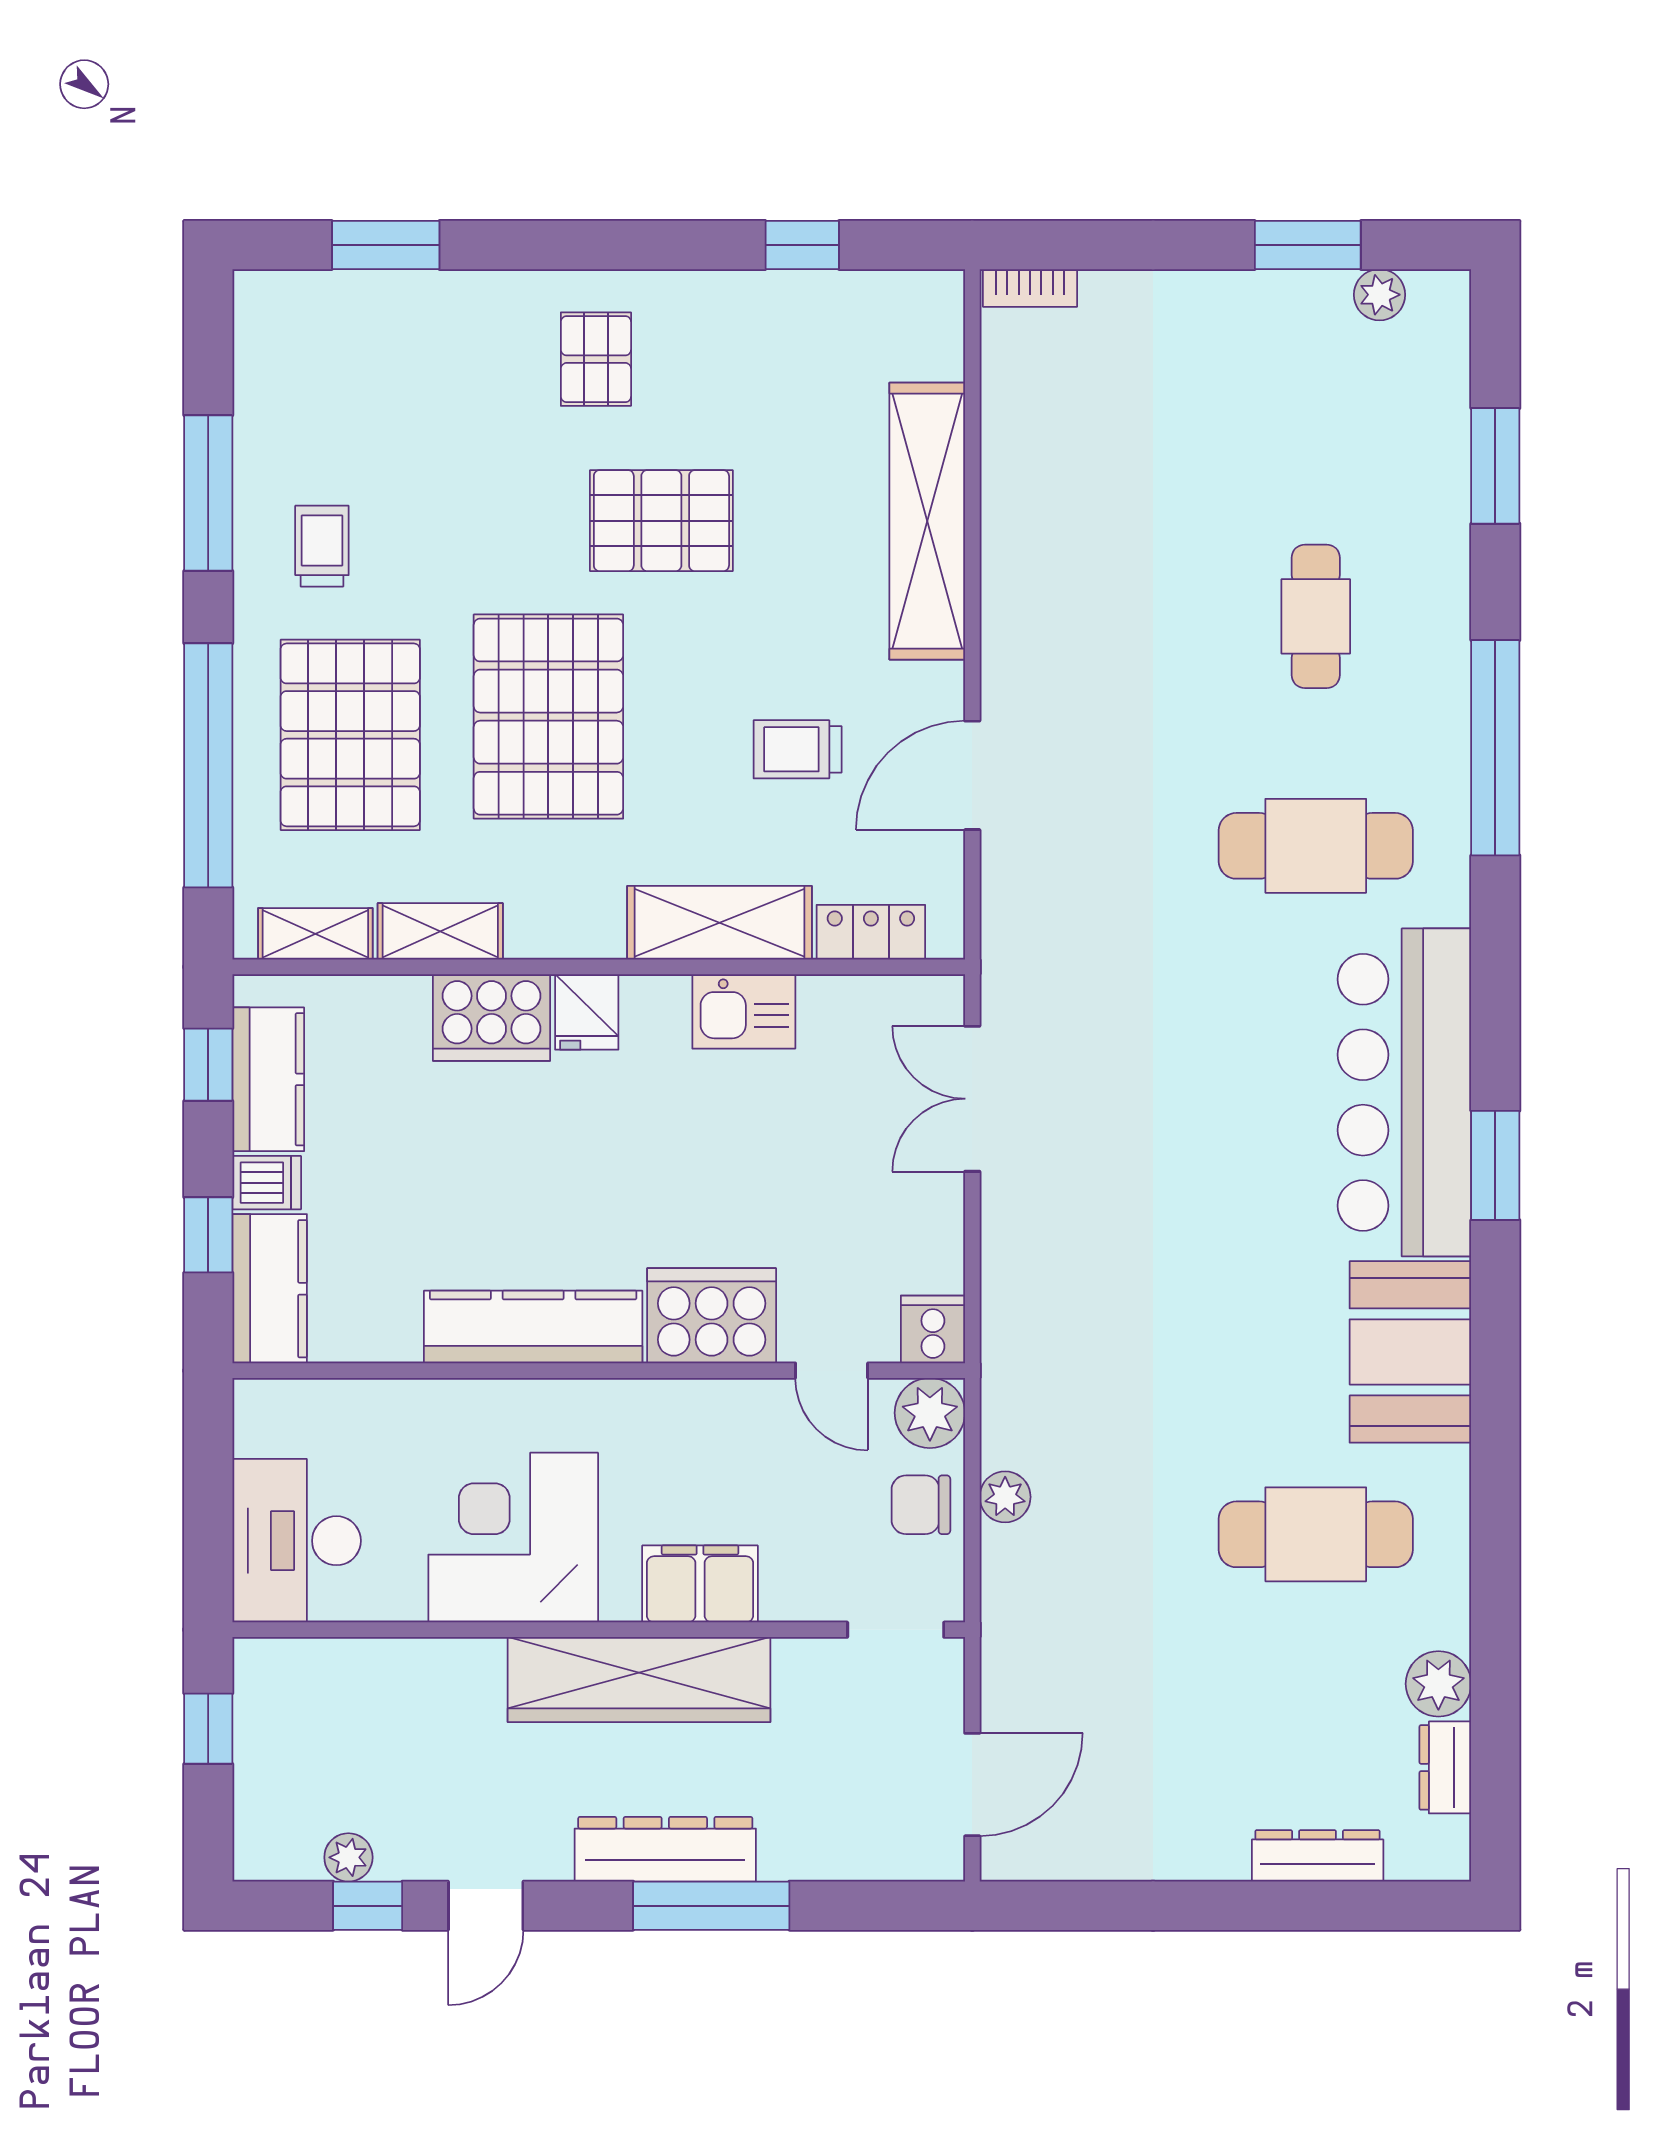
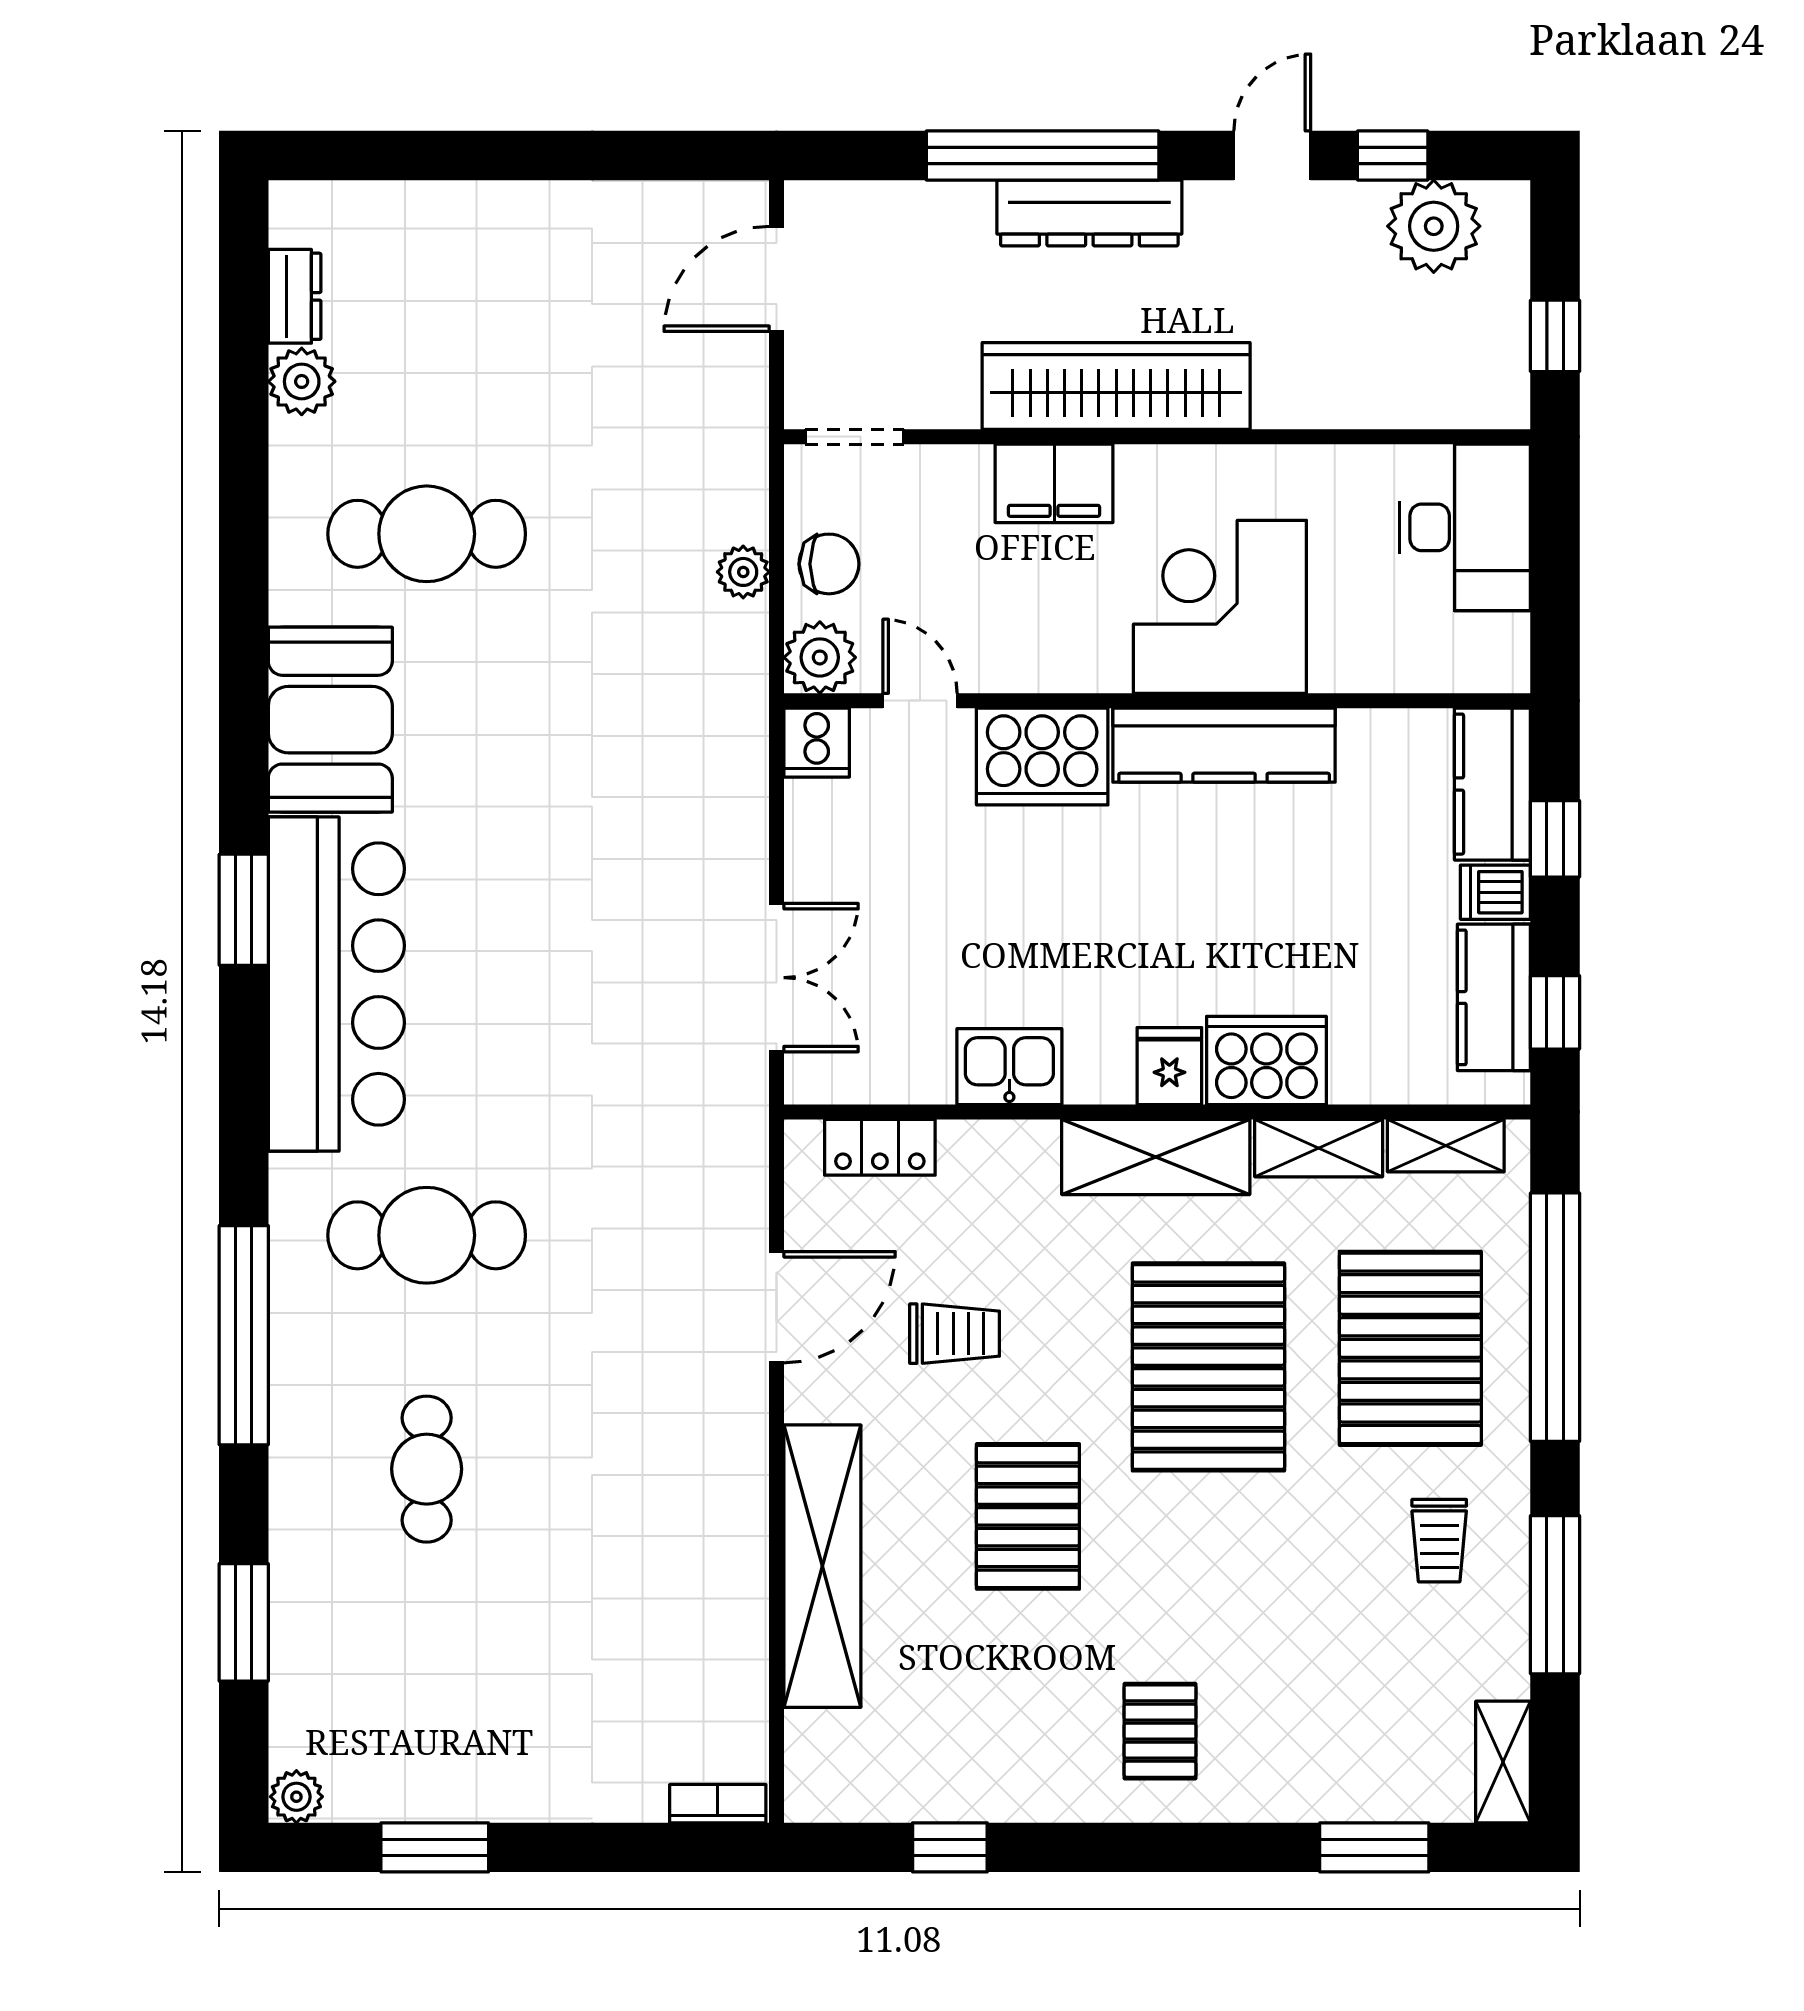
plant: (1379, 295) -> (296, 1797), moved
shelving: (259, 329) -> (1503, 1762), added
pallet: (661, 521) -> (1028, 1516), moved, turned 90
shelving: (720, 923) -> (1156, 1157), moved
corner desk: (513, 1538) -> (1220, 607), moved, turned 180
dresser: (1318, 1856) -> (425, 206), removed
plant: (348, 1857) -> (1434, 226), width x1.87, depth x1.87
window: (711, 1906) -> (1043, 156), width x1.46

